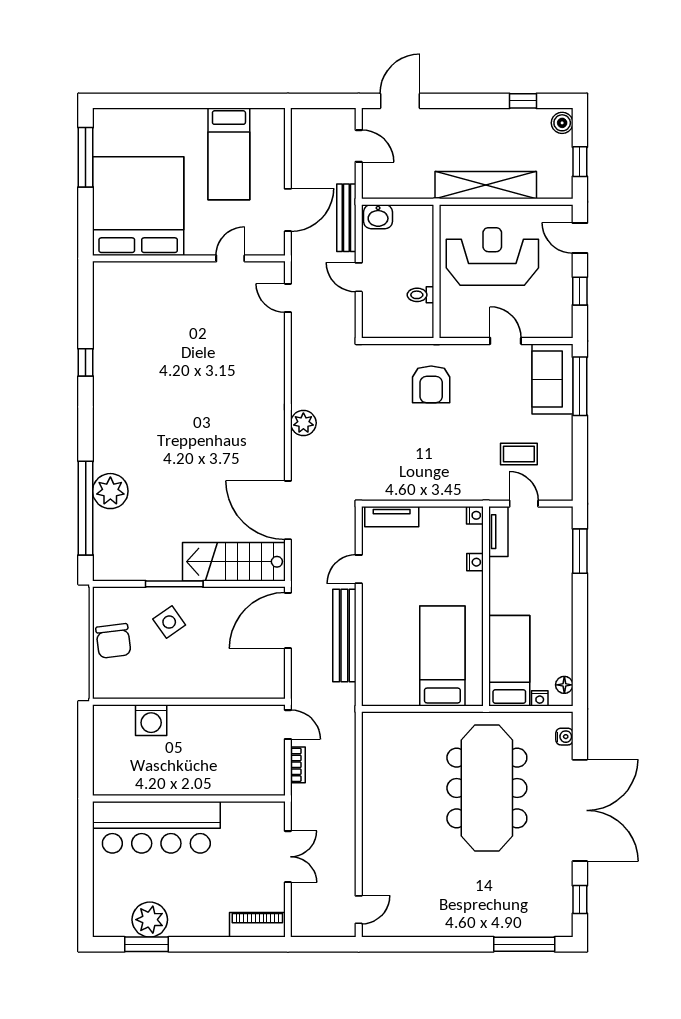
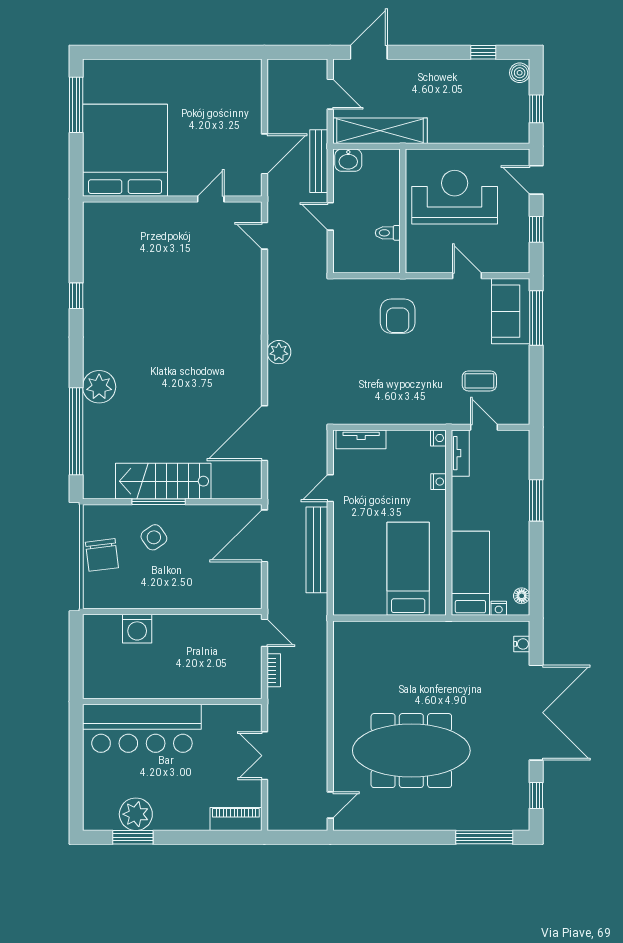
bed: (229, 154) -> (209, 102), removed
shelving: (486, 185) -> (380, 131), moved
plant: (110, 491) -> (99, 387), moved
door: (288, 510) -> (264, 433), hinge flipped
window: (580, 551) -> (536, 500), moved
stairs: (234, 562) -> (163, 481), moved
meeting table: (487, 788) -> (411, 751), moved, turned 90
double door: (288, 857) -> (264, 756), swing flipped

